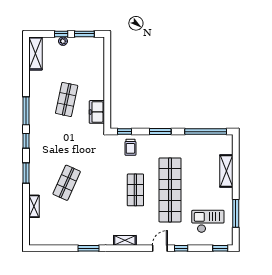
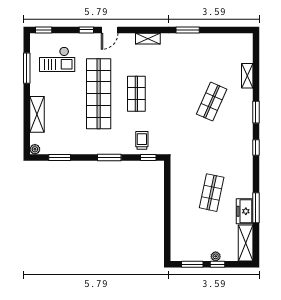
window: (26, 111) -> (256, 208), moved
freezer: (97, 112) -> (245, 211), moved, turned 180
window: (206, 132) -> (60, 157), width x0.47
plant: (228, 139) -> (35, 149), added

